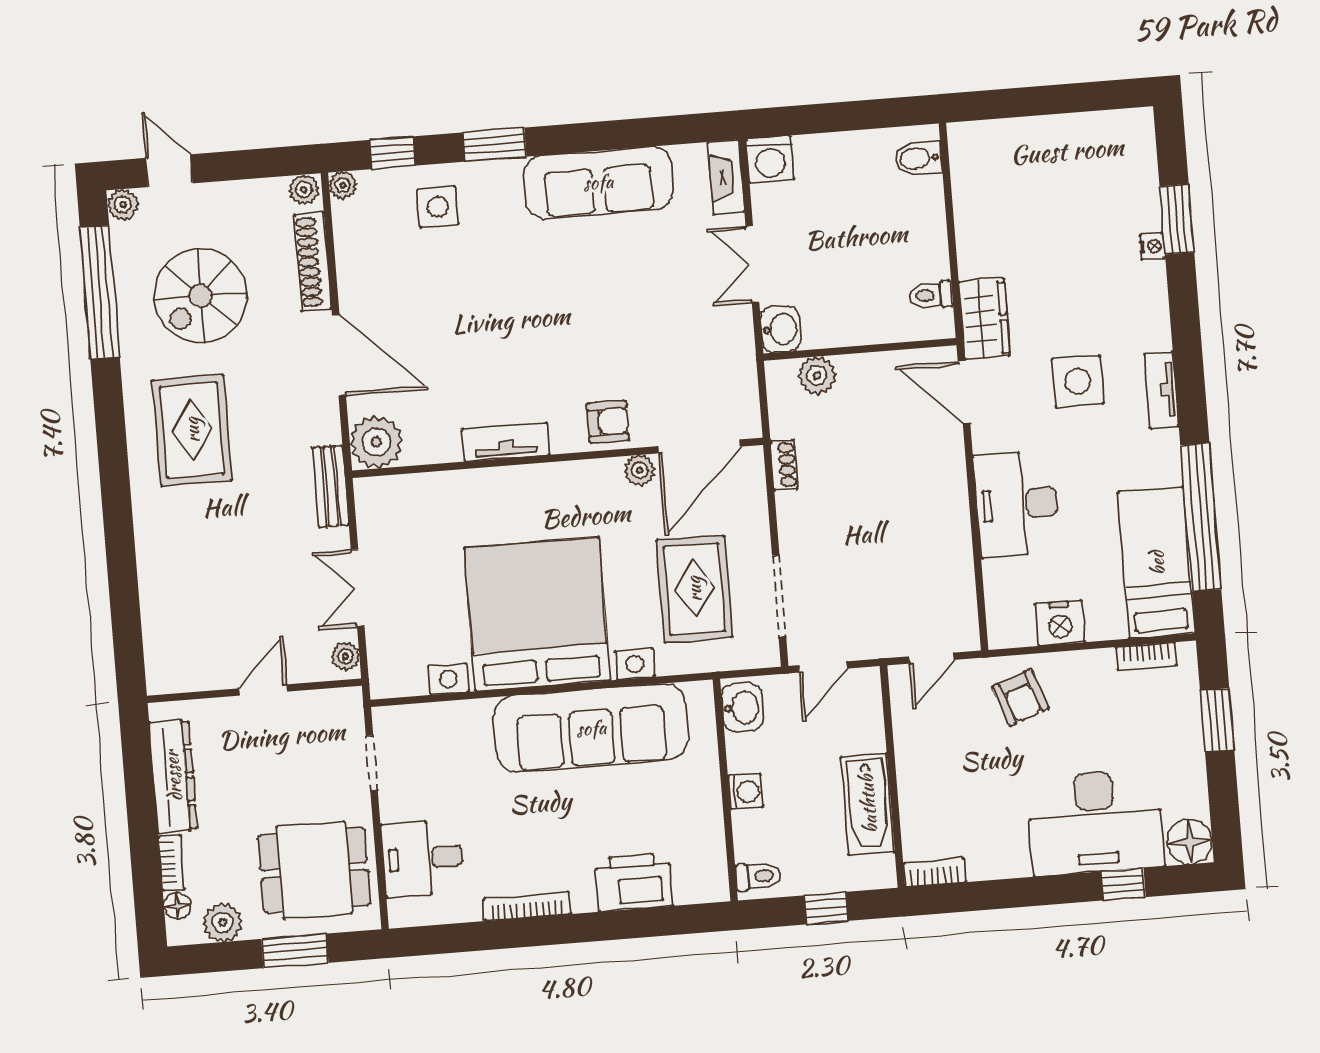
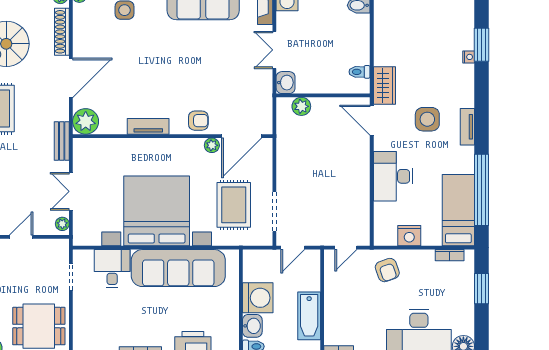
door: (339, 355) -> (71, 78), hinge flipped
shoe rack: (784, 465) -> (282, 148), removed
washbasin: (742, 707) -> (252, 326), moved
washing machine: (746, 792) -> (258, 298), width x1.89, depth x1.89
desk: (423, 858) -> (112, 269), moved, turned 90

